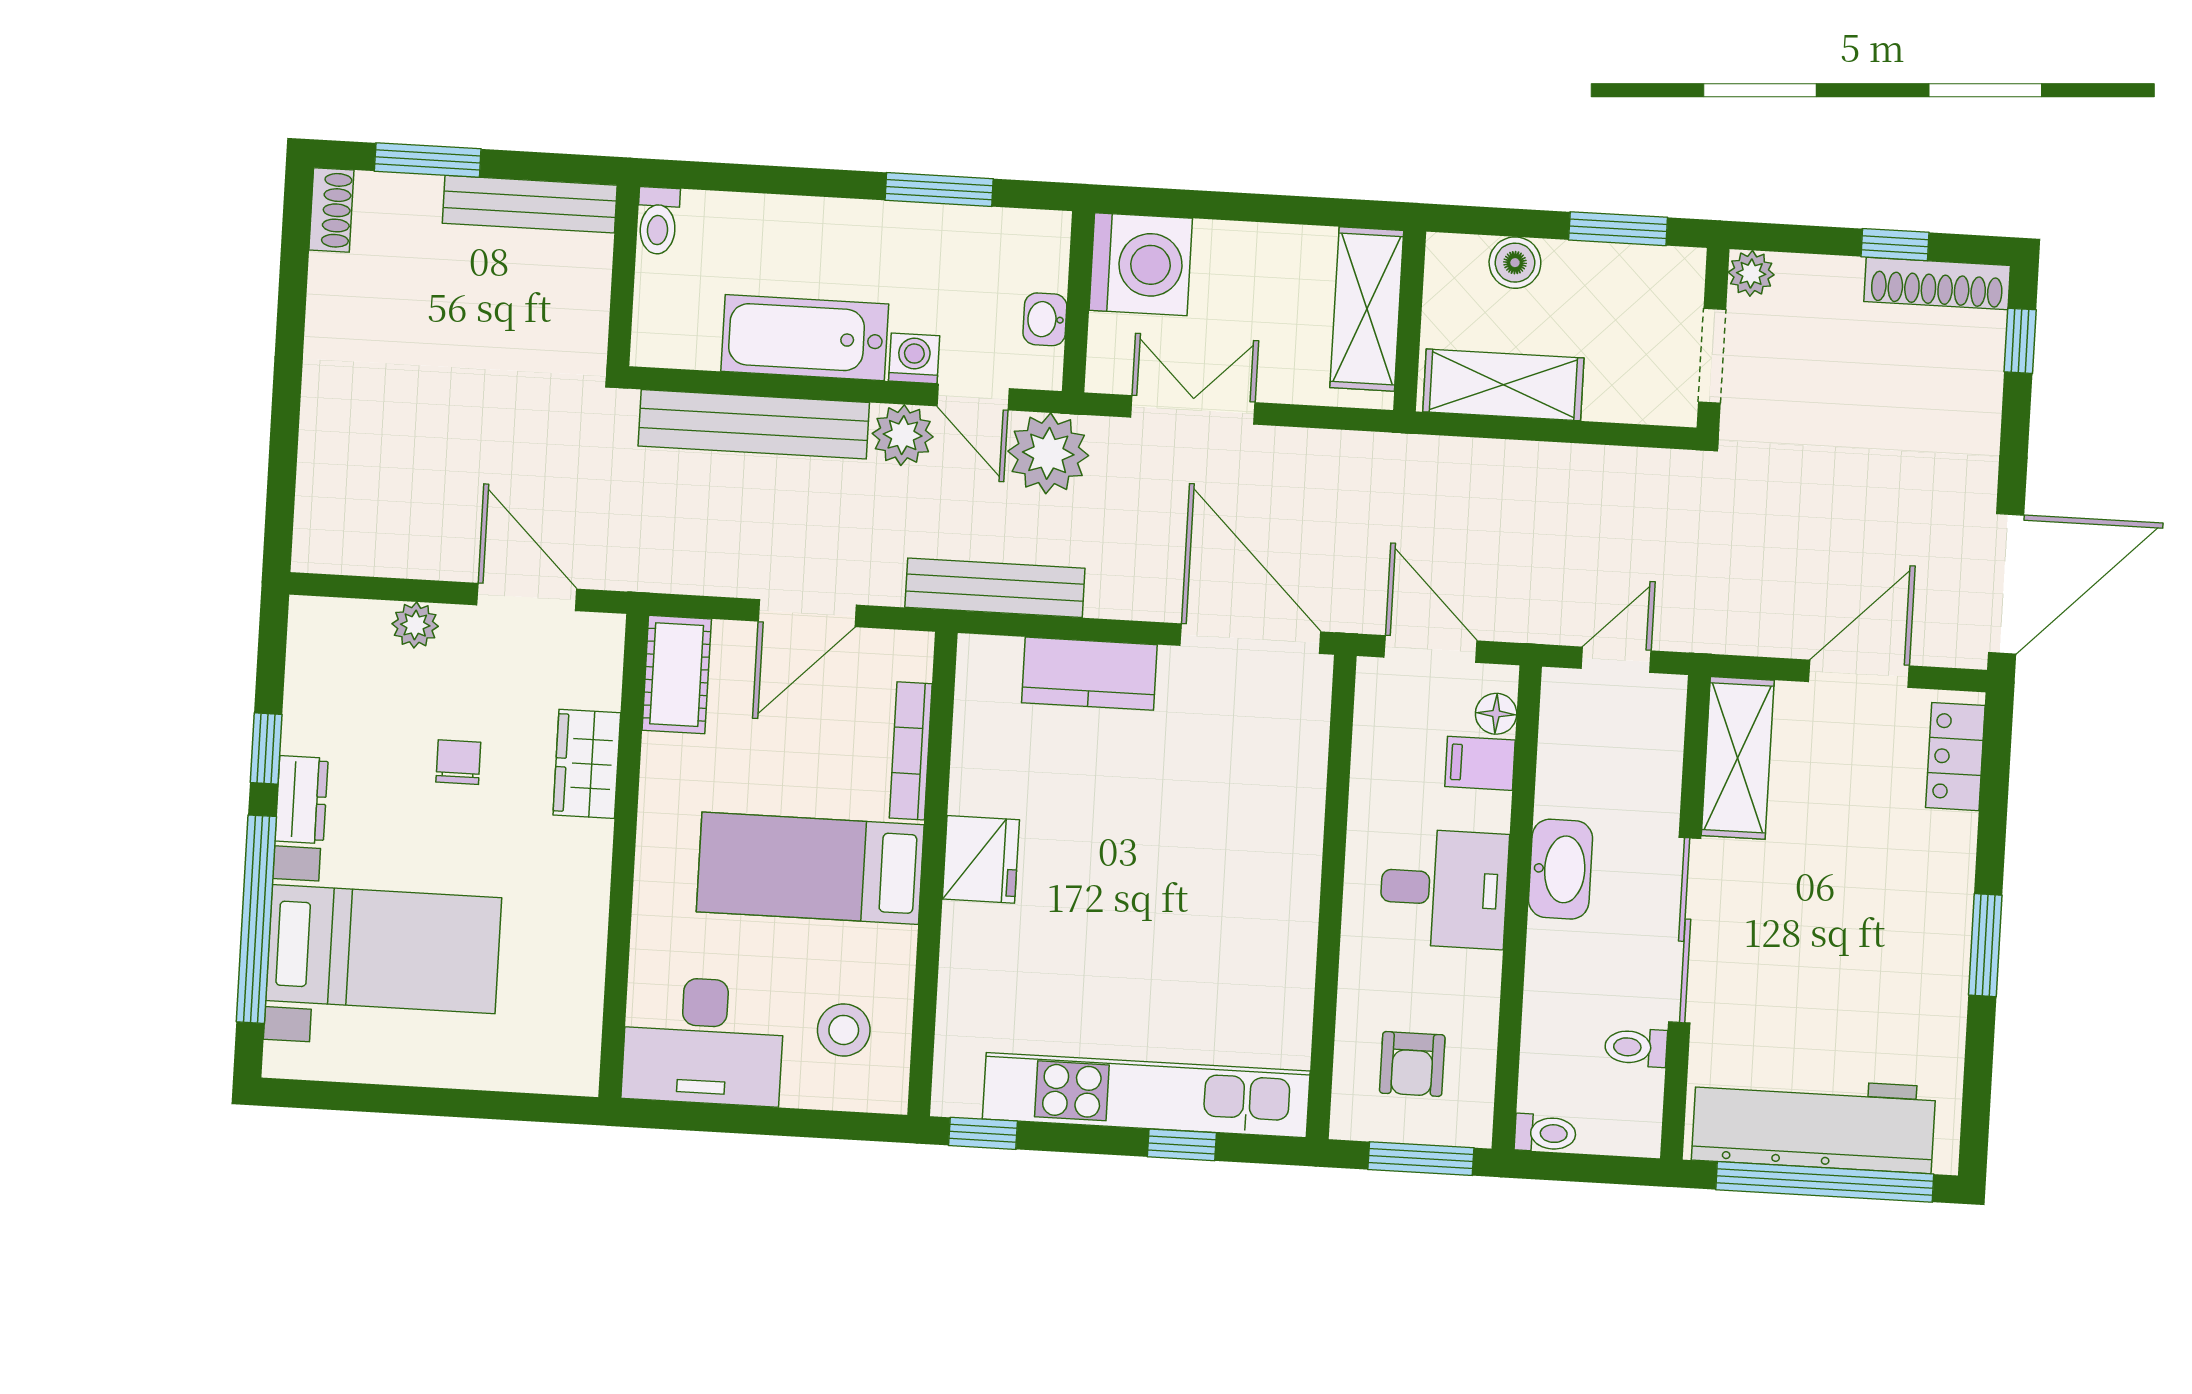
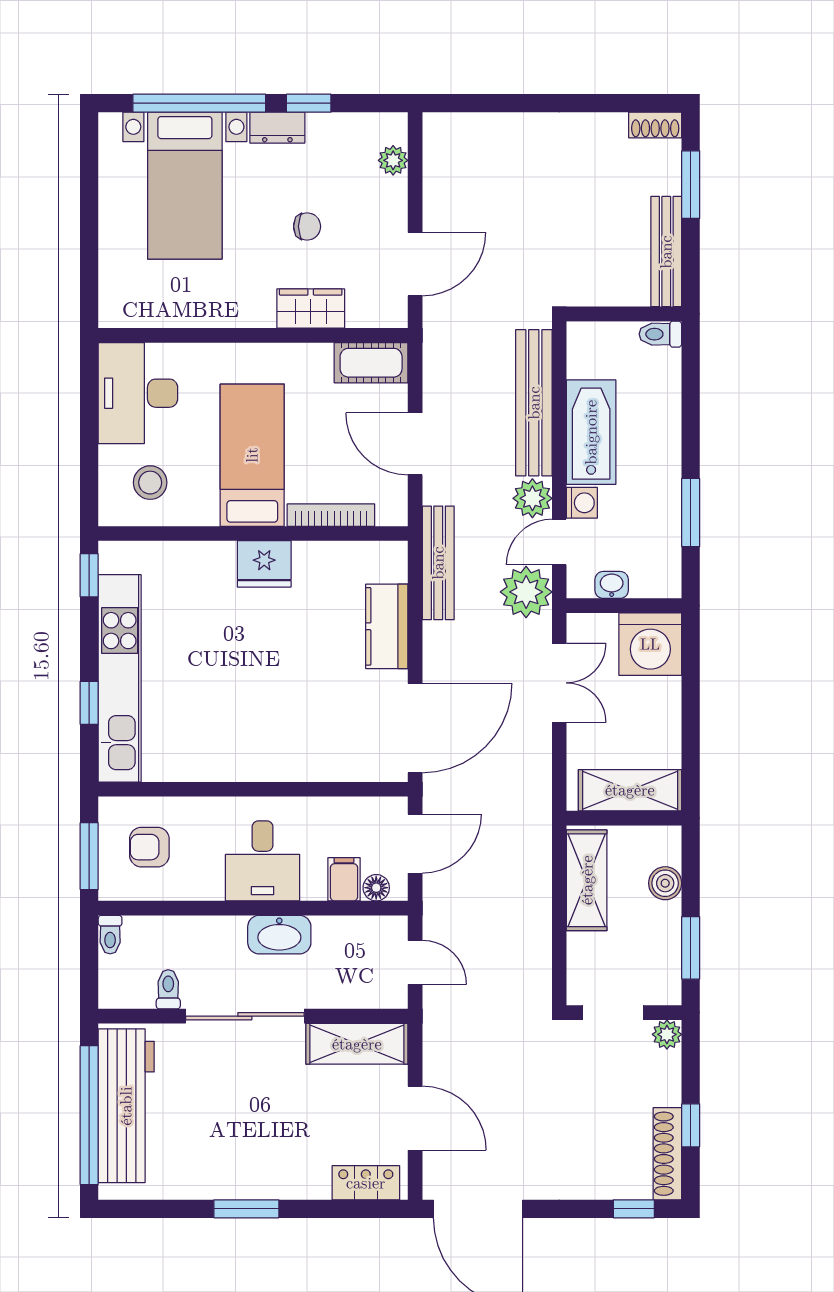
plant: (415, 625) -> (393, 160), moved

